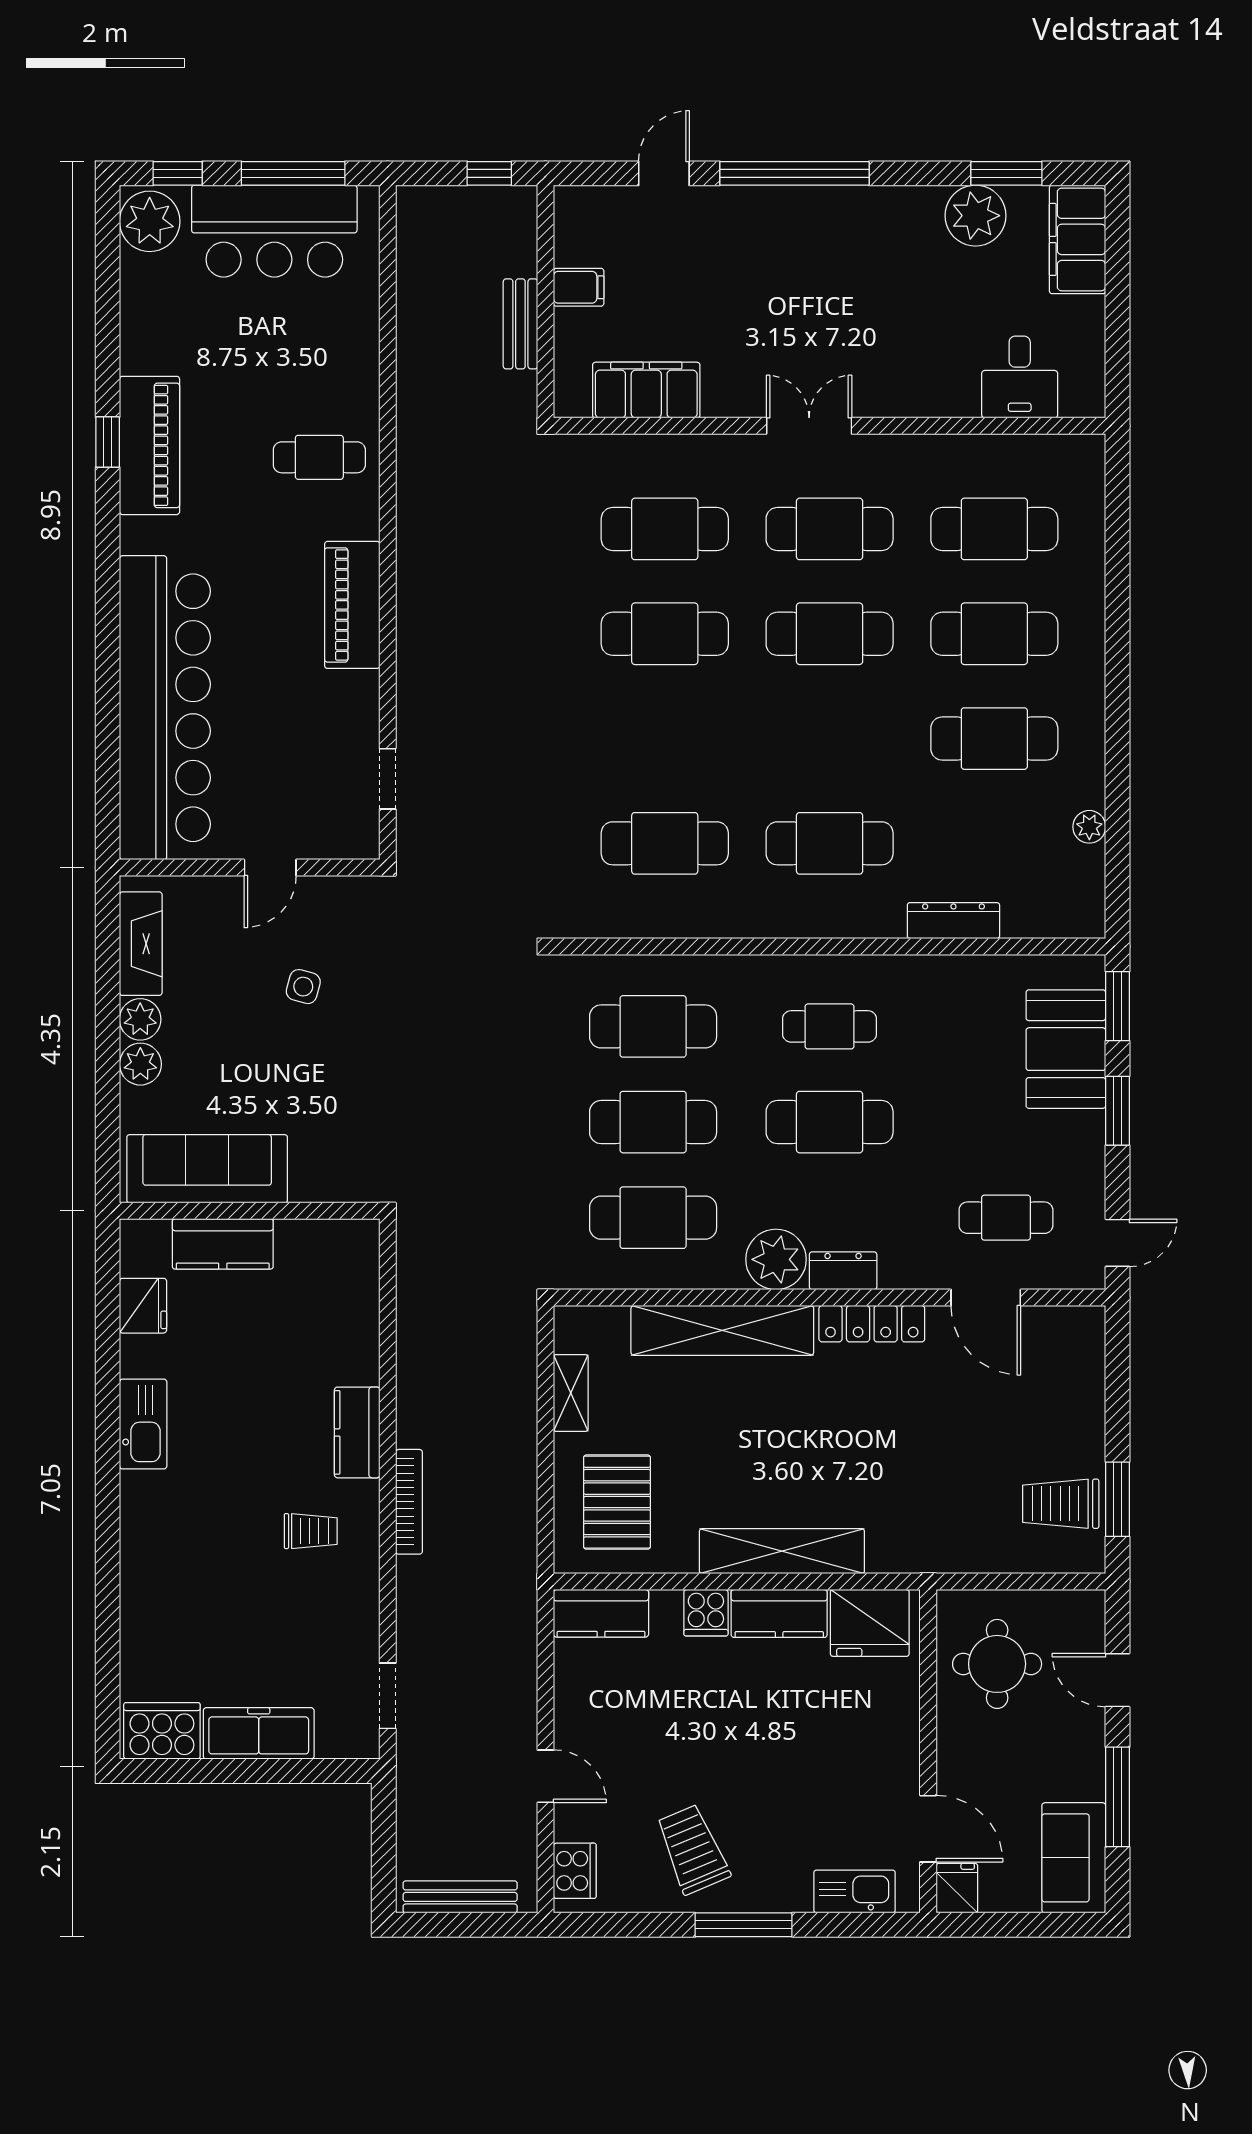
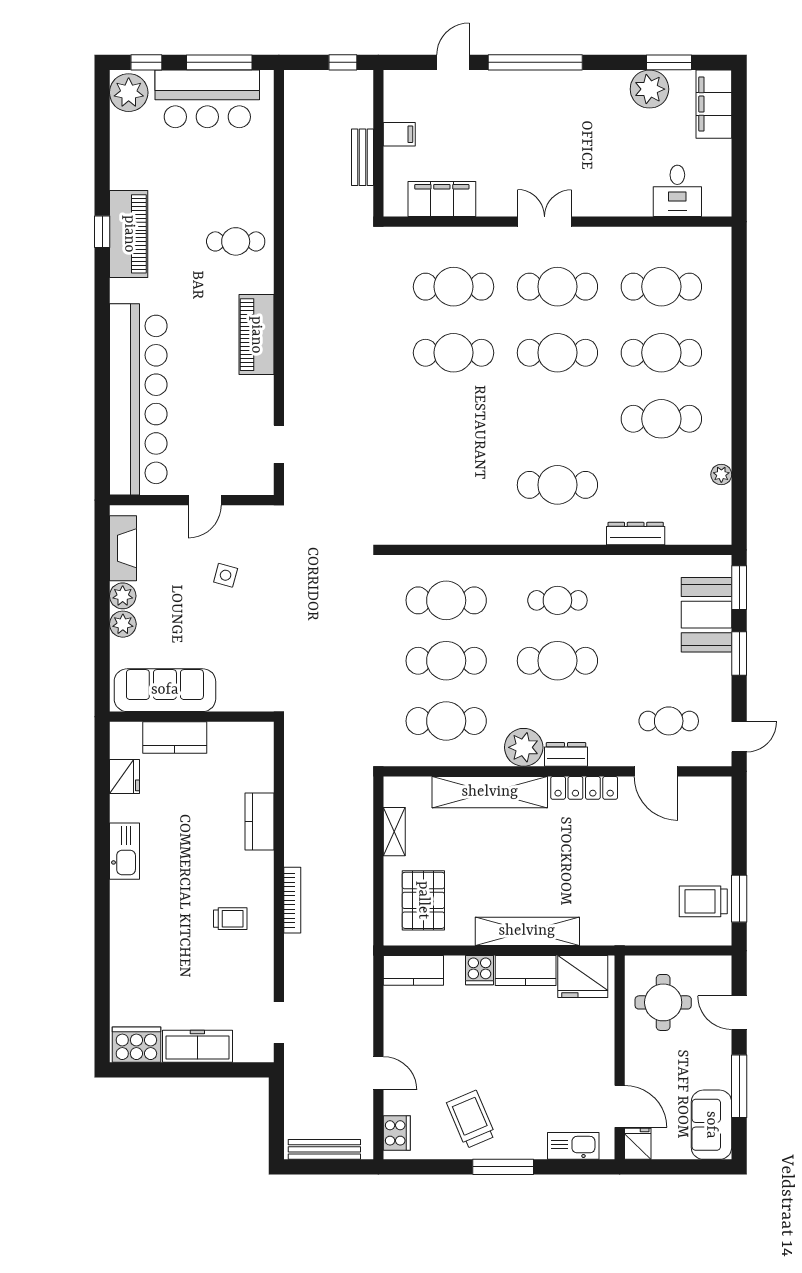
cafe table: (665, 843) -> (454, 485), removed
kitchen counter: (357, 1432) -> (260, 822), moved

